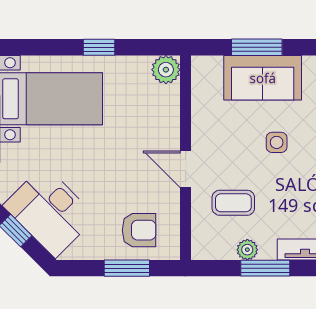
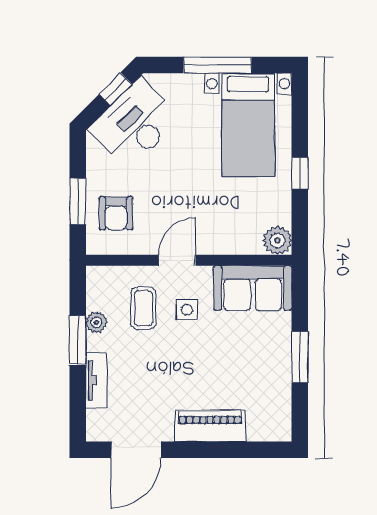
window: (257, 47) -> (300, 357), moved
sofa: (263, 78) -> (253, 288), moved, turned -90
side table: (277, 142) -> (187, 310), moved

